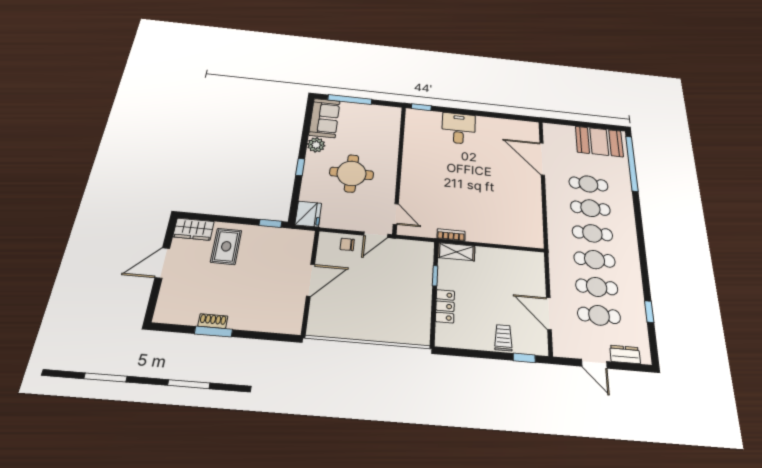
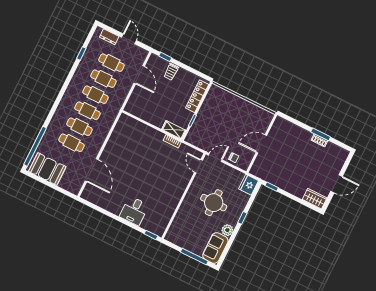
rug: (226, 246) -> (300, 181), removed
locker: (445, 306) -> (197, 96), width x1.53

